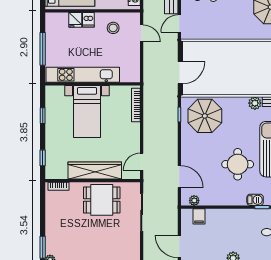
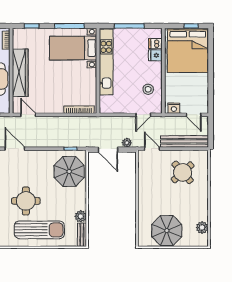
dishwasher: (88, 20) -> (155, 44), moved
plant: (173, 52) -> (127, 143), added
bed with nightstands: (87, 112) -> (73, 48), moved
window: (43, 116) -> (69, 26), width x2.17
door: (179, 177) -> (15, 149), swing flipped

